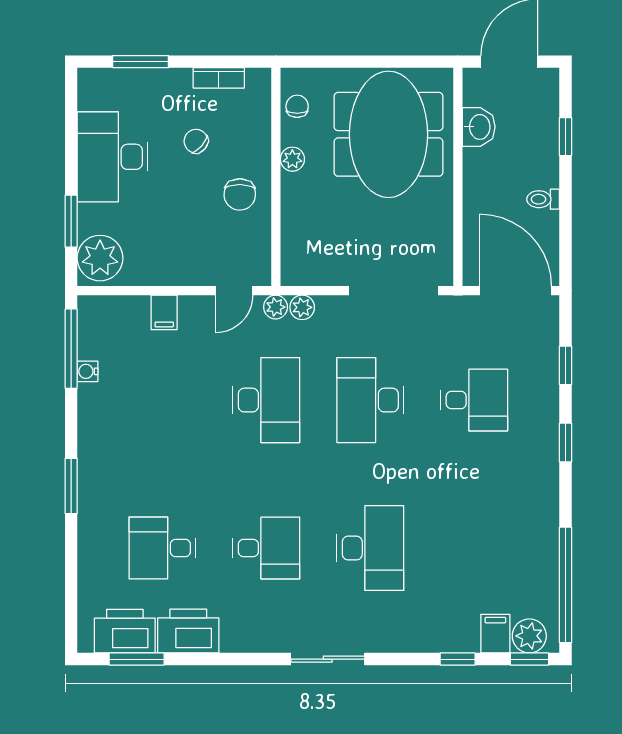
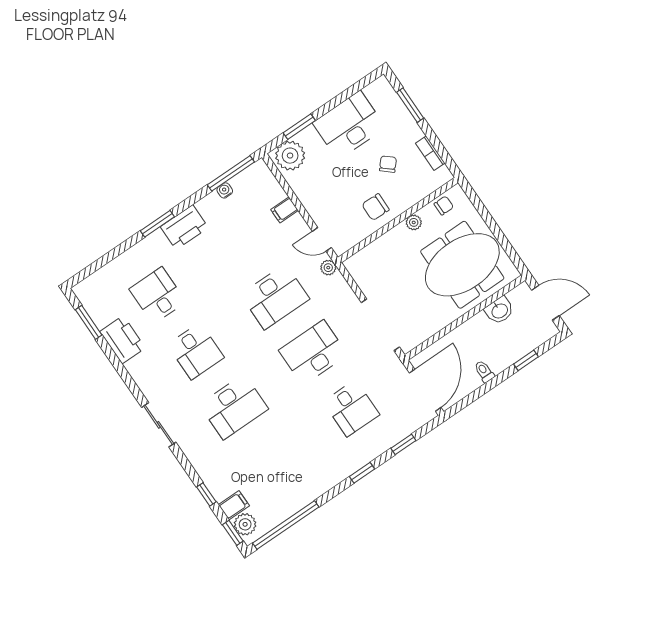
plant: (302, 307) -> (338, 282), removed
printer: (125, 631) -> (184, 227), moved, turned 90

